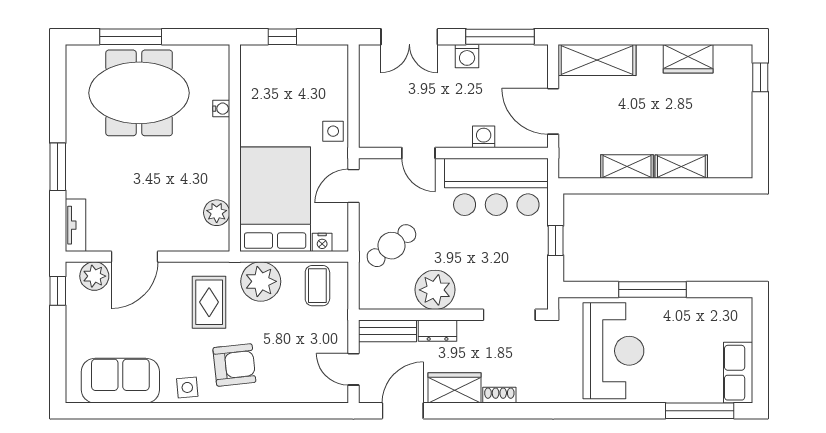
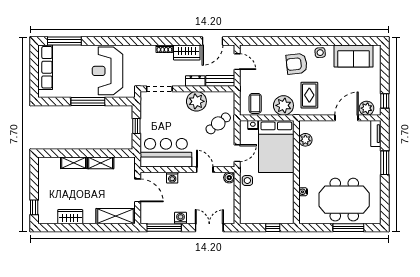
boiler: (369, 137) -> (229, 178), added
row of seats: (738, 373) -> (45, 67), width x1.48

